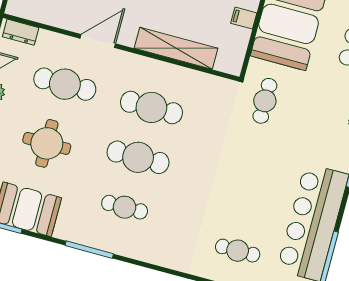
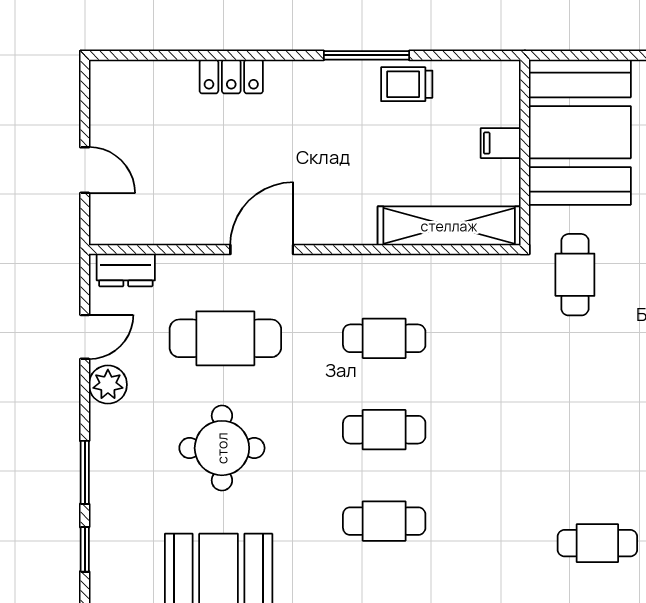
shelving: (176, 48) -> (449, 226), moved
cafe table: (151, 107) -> (384, 338), width x0.73, depth x0.74
cafe table: (138, 157) -> (384, 430), width x0.73, depth x0.74

